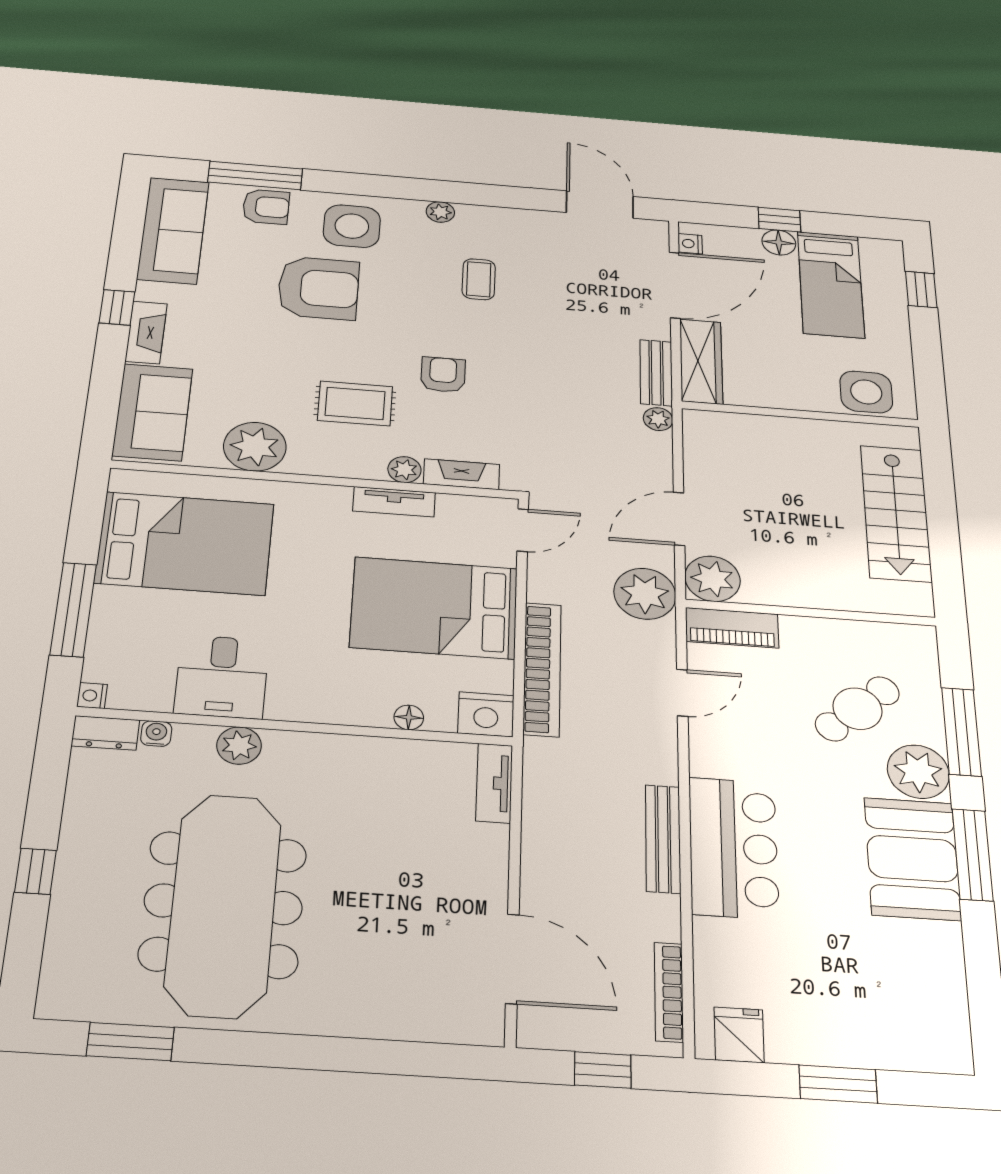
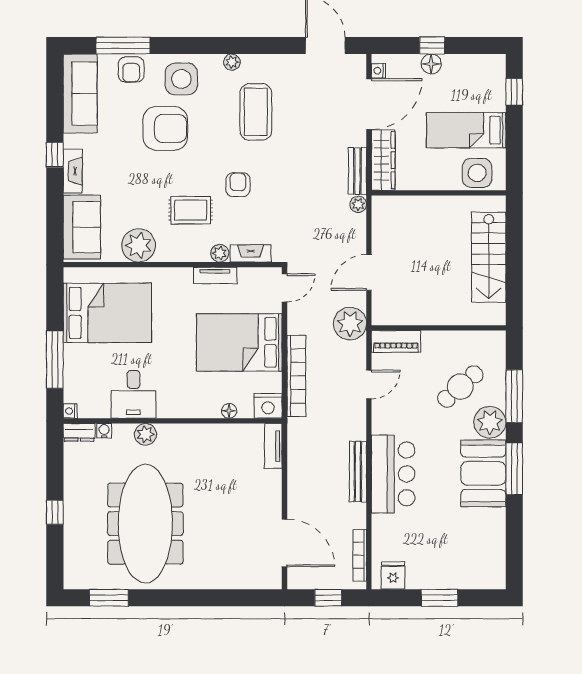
armchair: (266, 207) -> (131, 69), turned 90
coffee table: (479, 279) -> (256, 112), width x1.86, depth x1.72
bed: (831, 284) -> (466, 130), moved, turned 90
plant: (712, 579) -> (386, 311), removed

